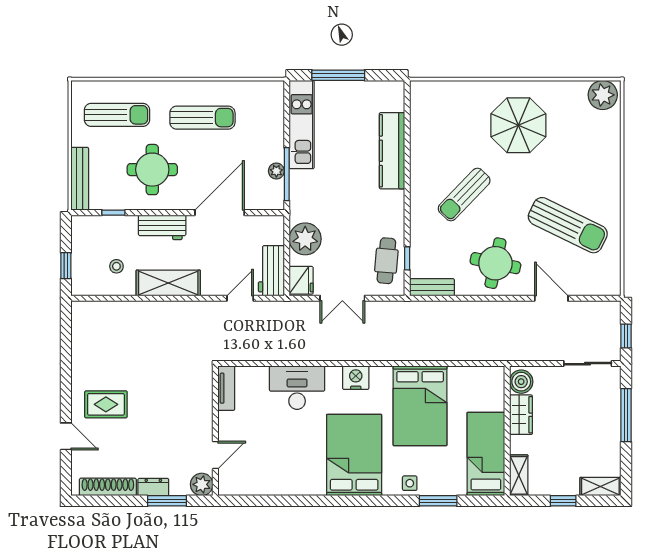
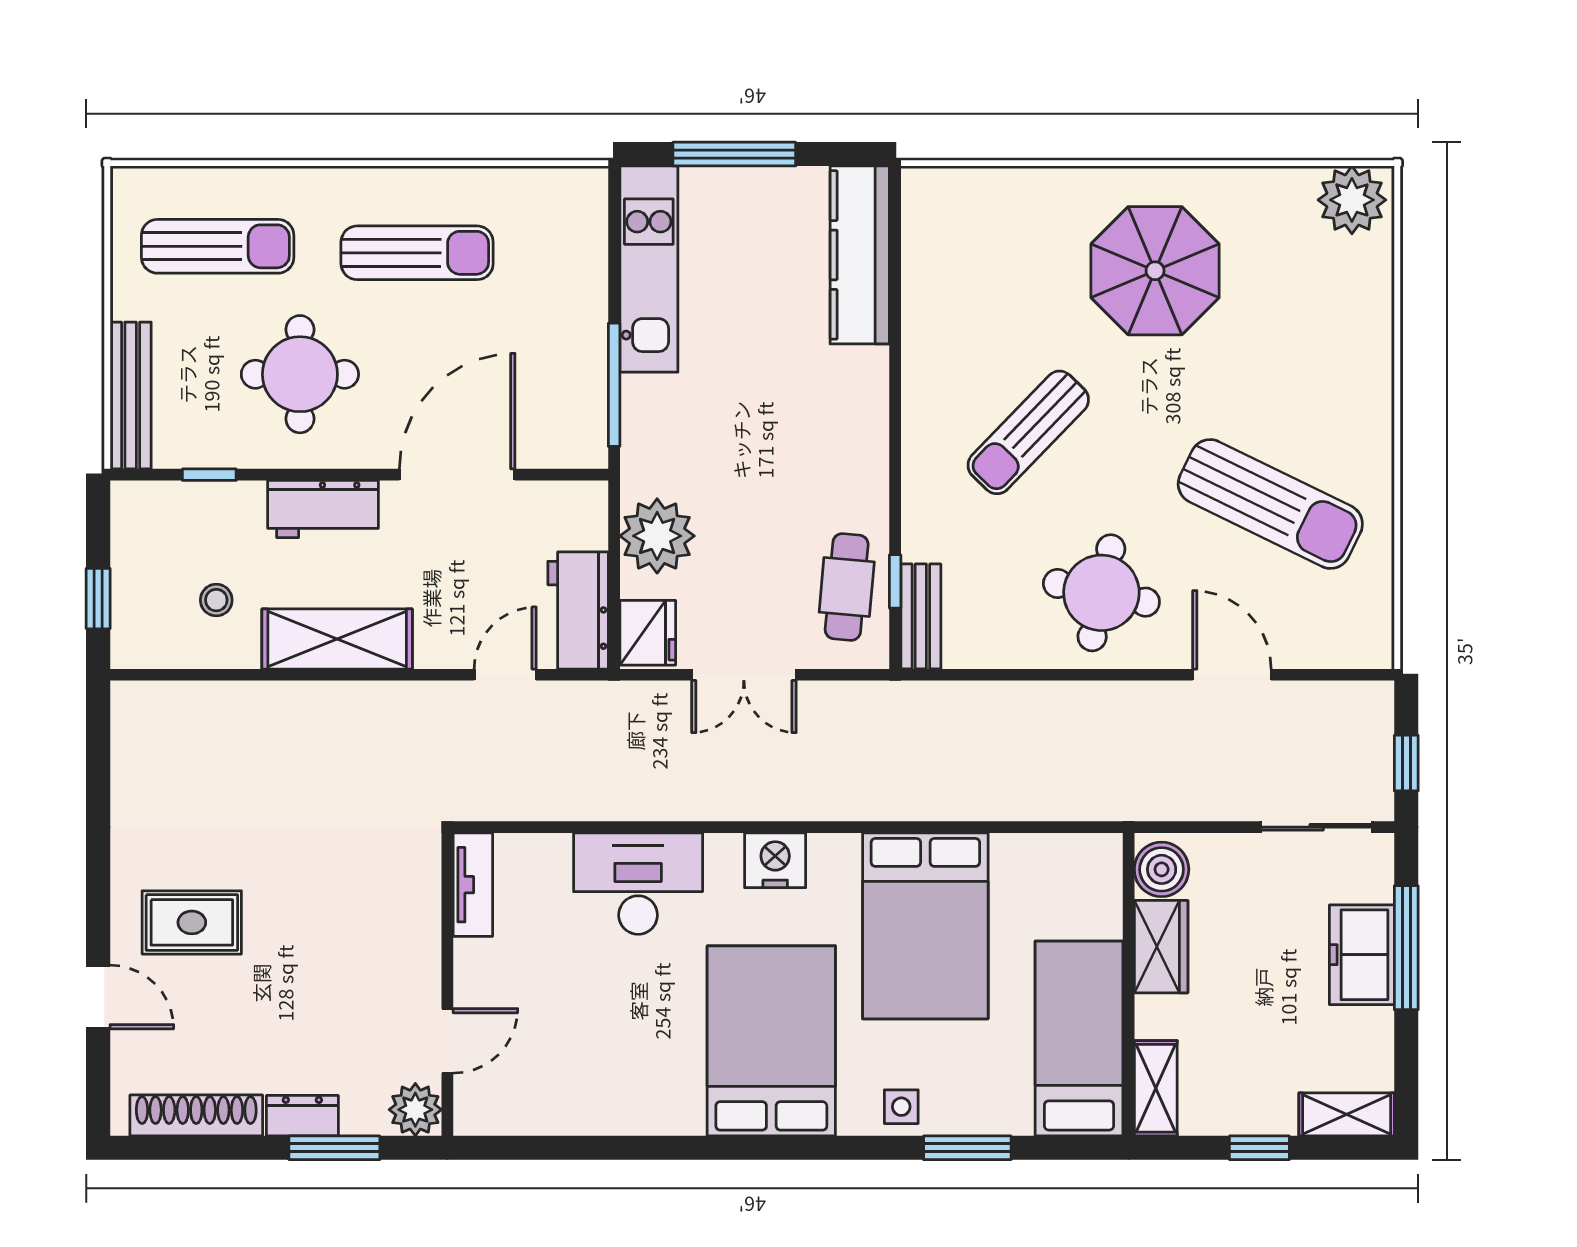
kitchen counter: (392, 151) -> (860, 255), moved
plant: (276, 171) -> (590, 378), removed
bench: (432, 287) -> (921, 616), moved, turned 90
freezer: (607, 418) -> (1362, 955), added

